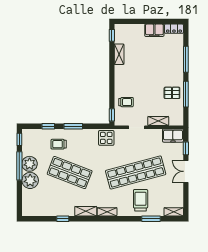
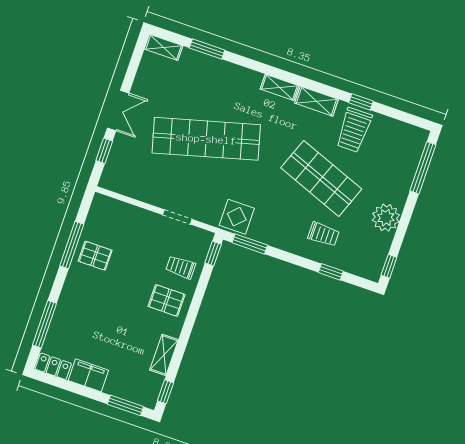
window: (130, 21) -> (125, 405), added
window: (186, 59) -> (44, 324), moved
pallet: (127, 83) -> (167, 300), added
shelving: (158, 121) -> (136, 215), removed
window: (73, 126) -> (250, 244), moved
freezer: (173, 136) -> (119, 181), removed
window: (19, 166) -> (423, 168), moved
plant: (30, 180) -> (395, 188), removed
trolley: (141, 200) -> (354, 130), moved

